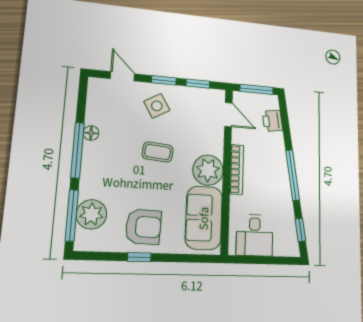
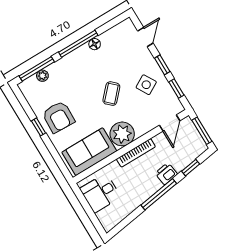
side table: (157, 106) -> (146, 85), moved
printer: (272, 121) -> (166, 174), moved
coffee table: (158, 152) -> (111, 94), turned 38
plant: (91, 214) -> (42, 76), width x0.53, depth x0.53
window: (300, 230) -> (191, 168), moved

